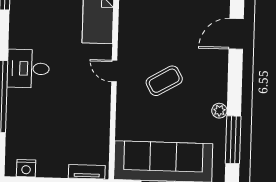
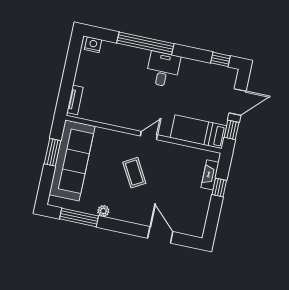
nightstand: (26, 168) -> (93, 45), moved, turned 90

